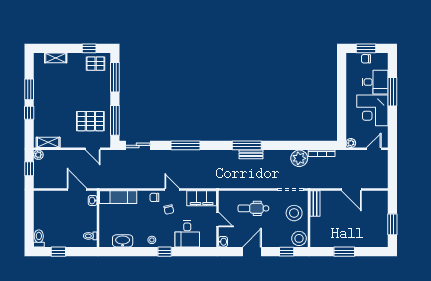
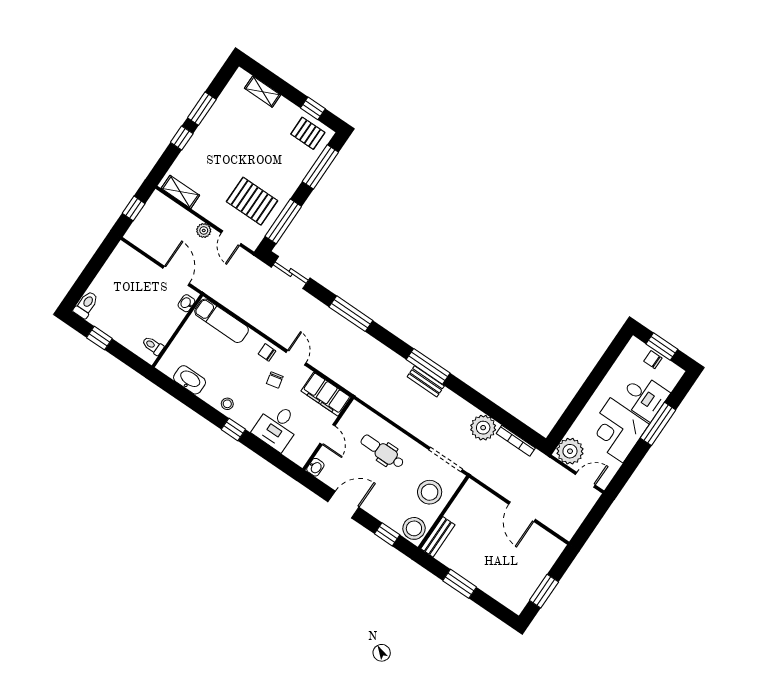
plant: (351, 143) -> (570, 451), width x1.88, depth x1.88
plant: (38, 155) -> (204, 230), moved
bench: (315, 203) -> (438, 537), moved

